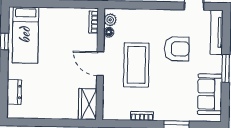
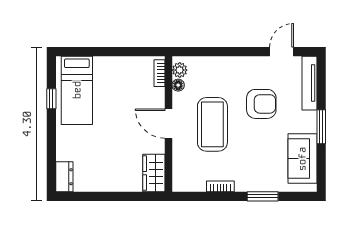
dresser: (14, 92) -> (64, 177), moved

